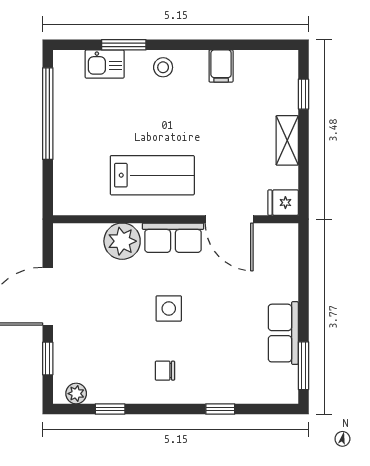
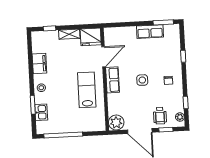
filing cabinet: (221, 66) -> (39, 63), width x2.00
fridge: (283, 203) -> (91, 37), width x1.88, depth x1.34
plant: (122, 241) -> (116, 122), moved
wheelchair: (82, 346) -> (160, 116), added

